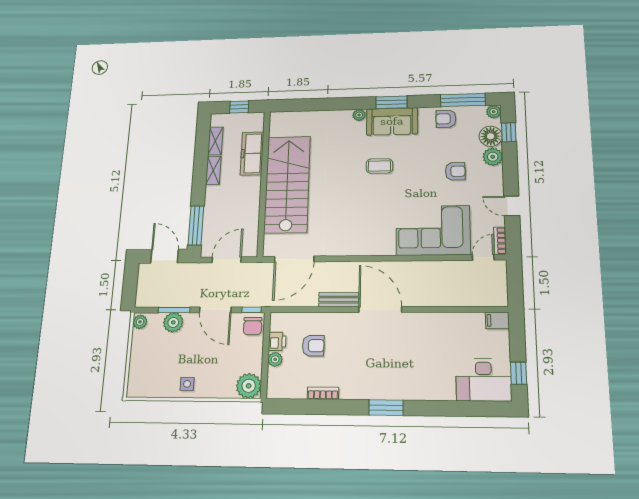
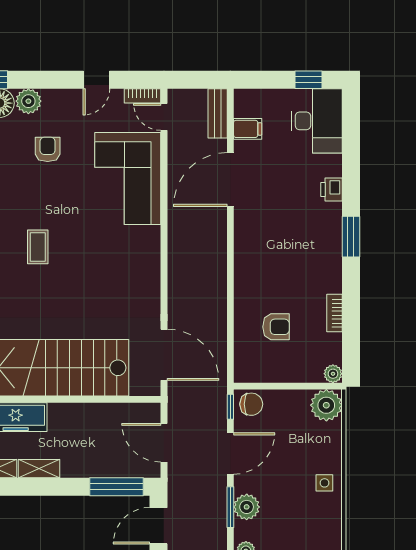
bench: (339, 300) -> (218, 113), moved
door: (380, 310) -> (230, 179), moved
filing cabinet: (497, 320) -> (248, 129), moved, turned -90
printer: (277, 341) -> (331, 189), moved, turned -90
armchair: (313, 346) -> (276, 327), turned 90
plant: (275, 359) -> (333, 374), moved

